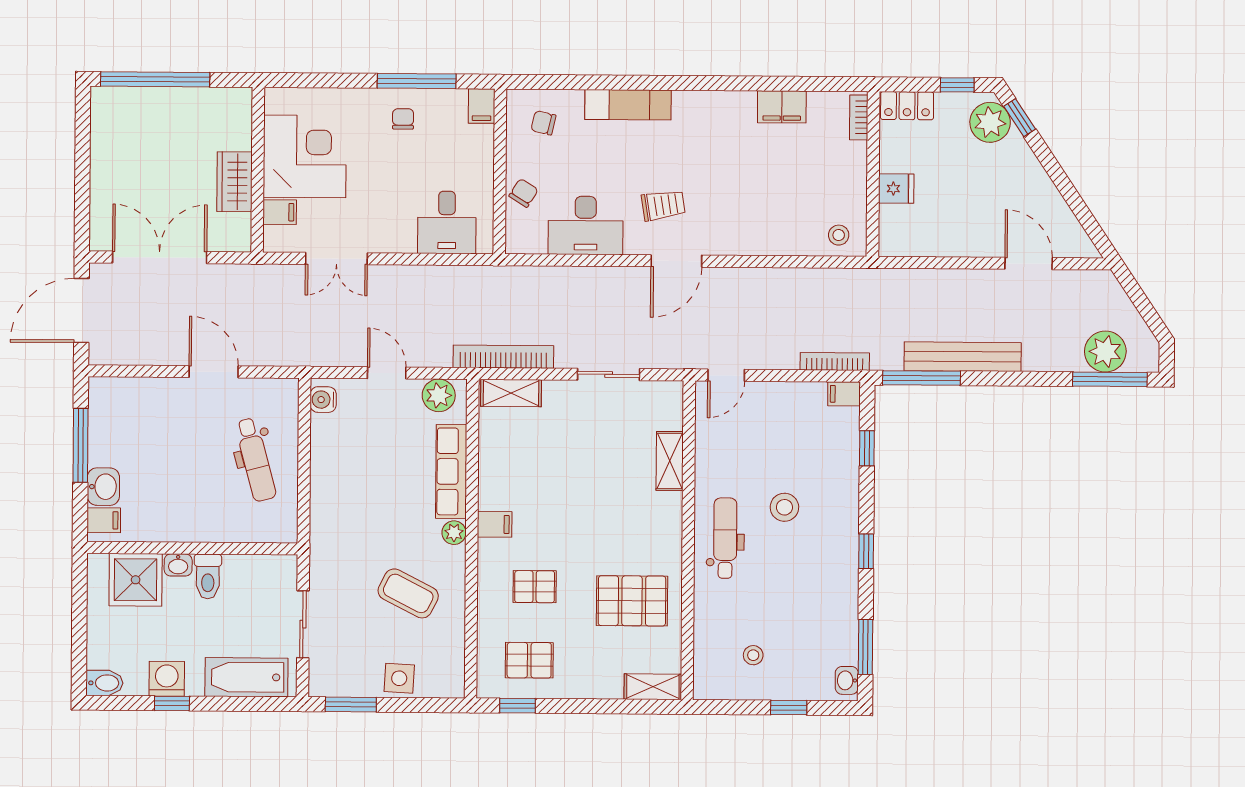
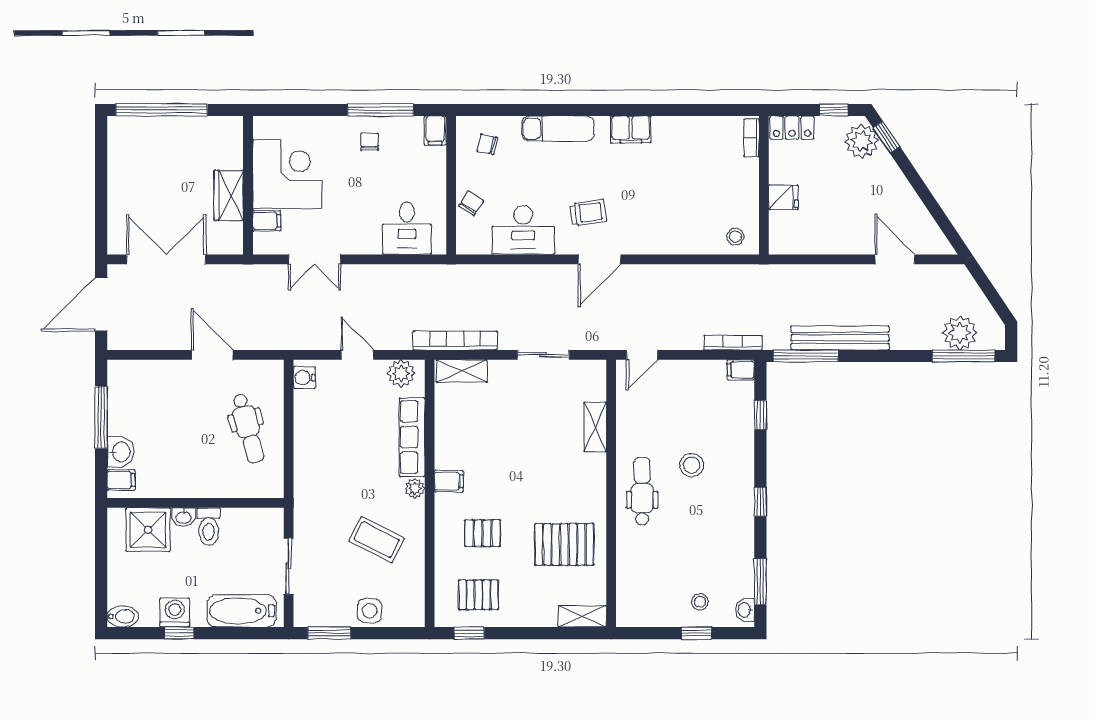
filing cabinet: (782, 107) -> (631, 129), moved
stool: (753, 655) -> (700, 602), moved

